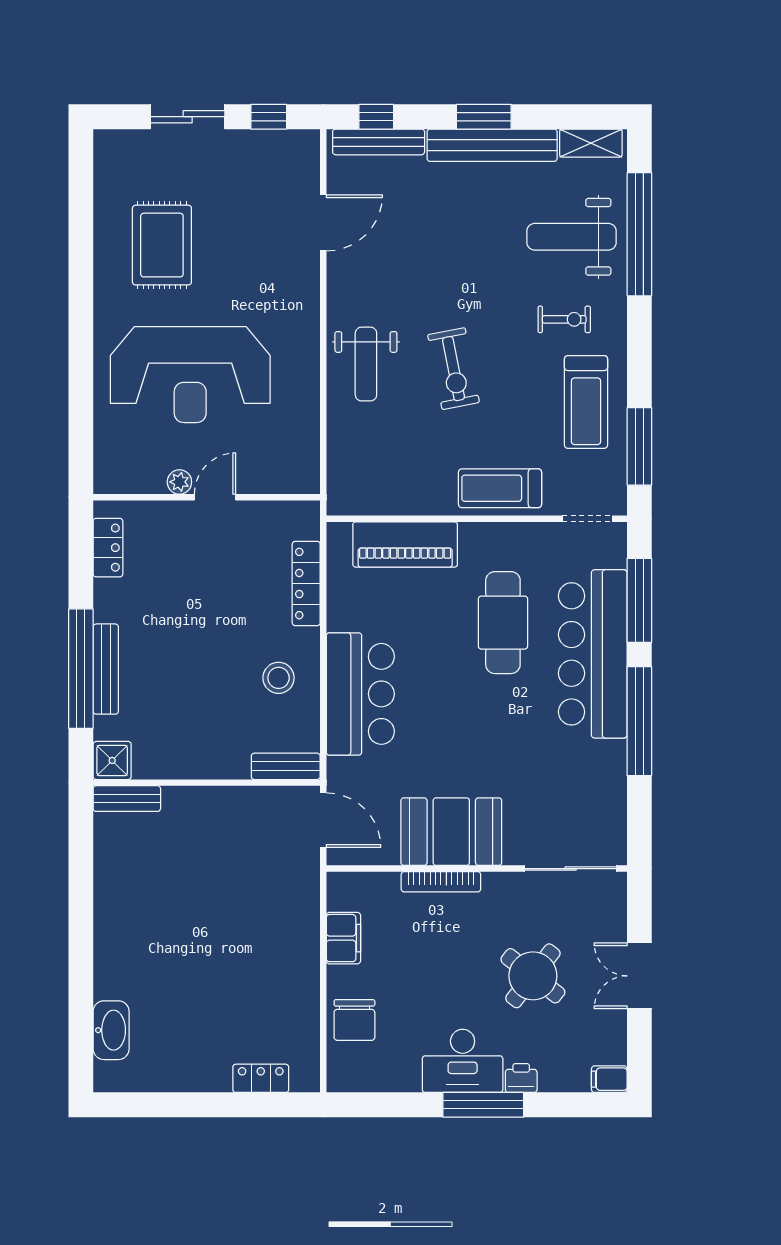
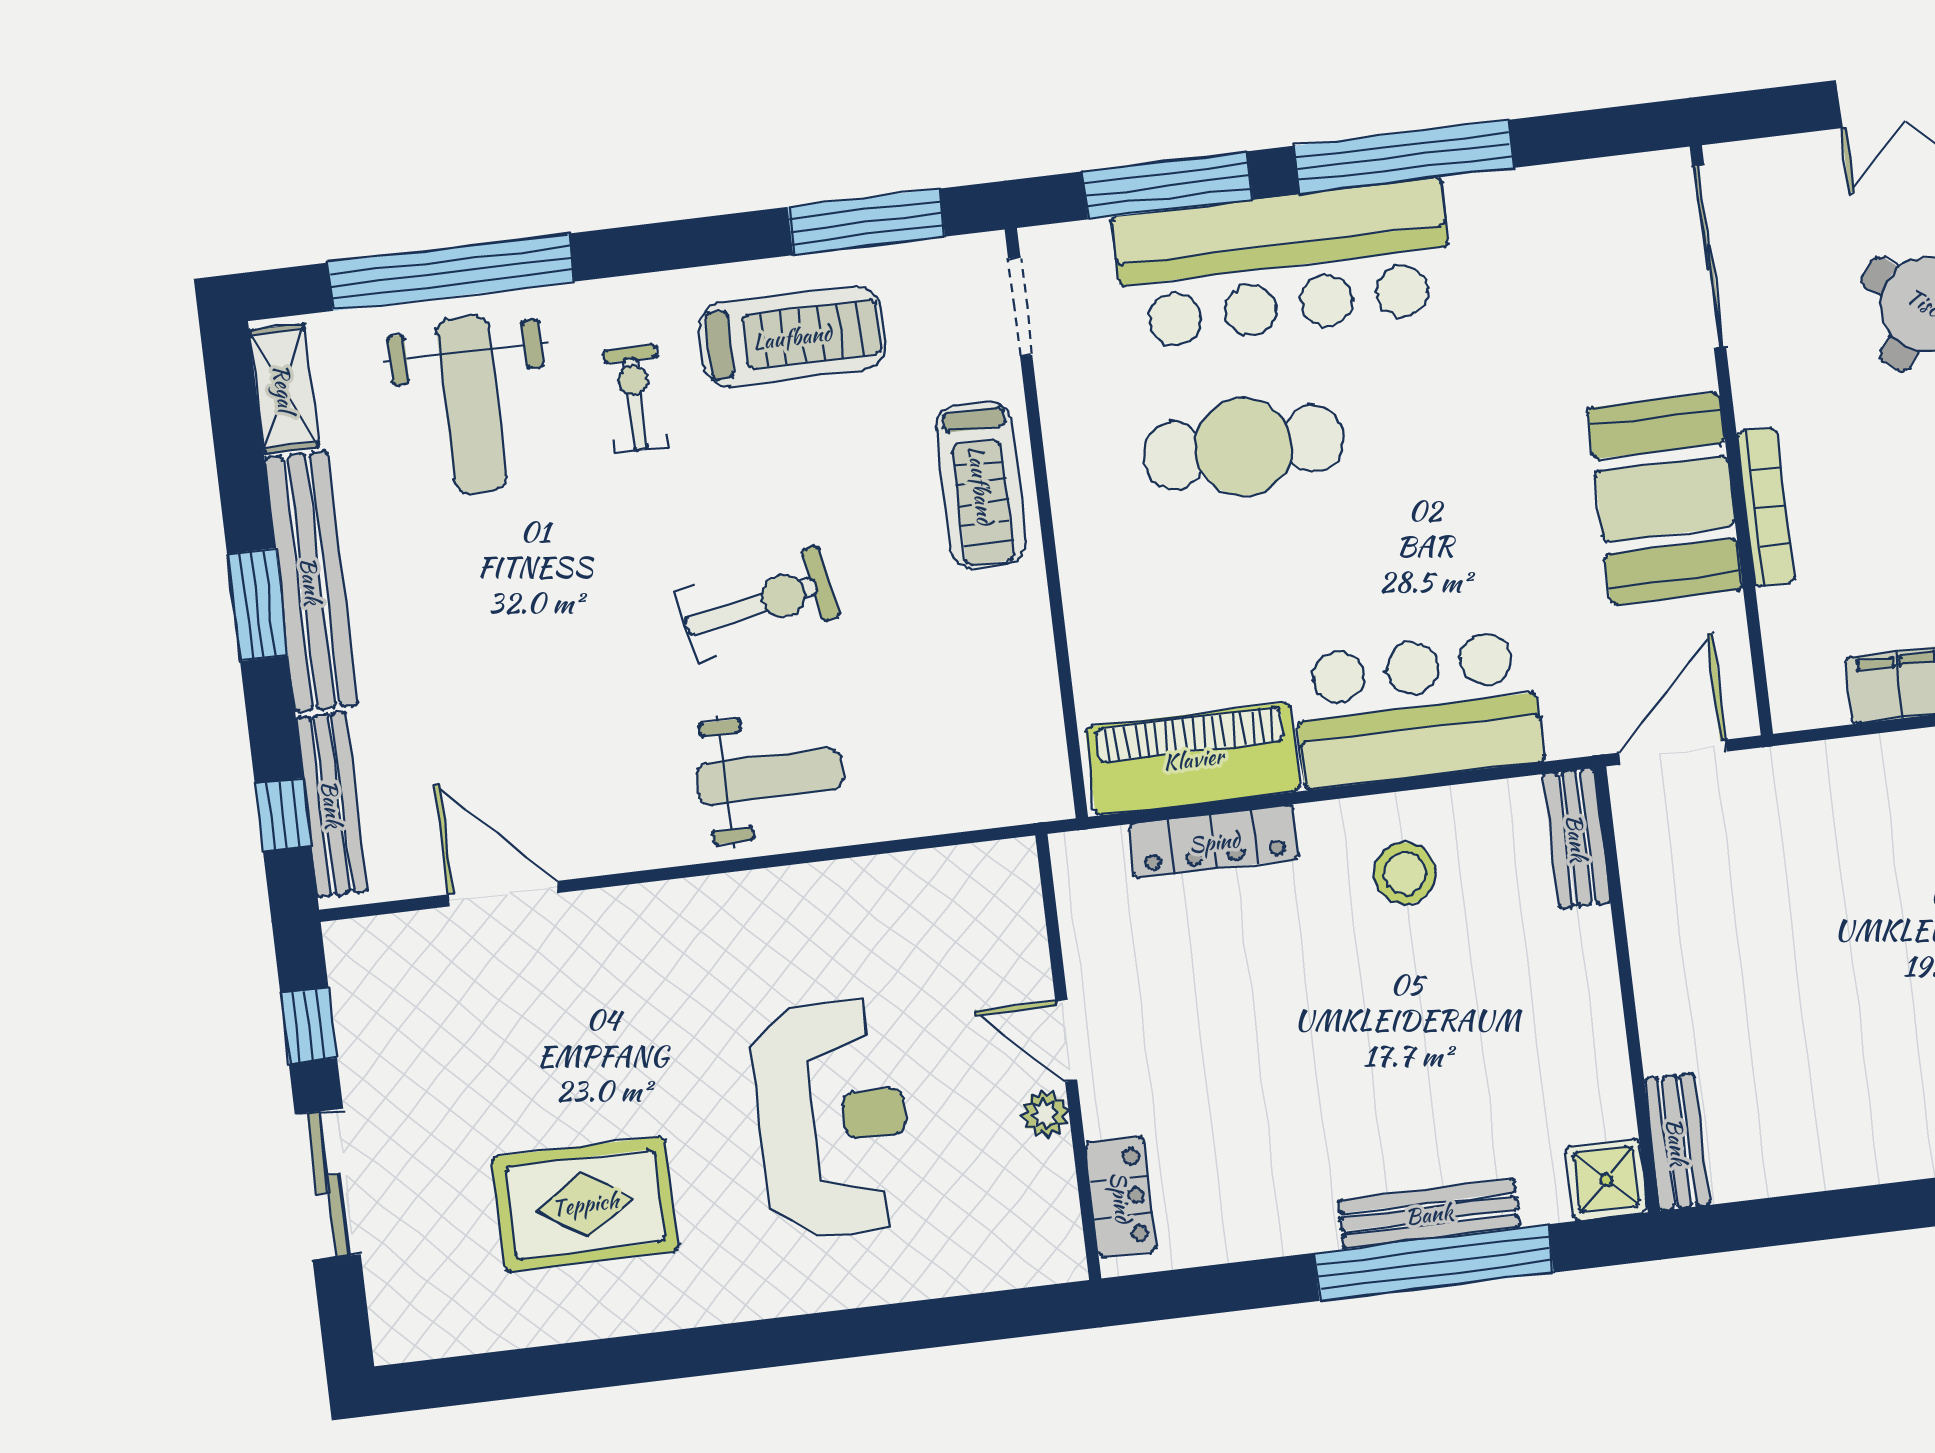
reception desk: (190, 375) -> (832, 1118), width x0.74, depth x0.77
piano: (405, 544) -> (1193, 759), moved, turned -90
locker: (108, 548) -> (1121, 1197), moved, turned 90

